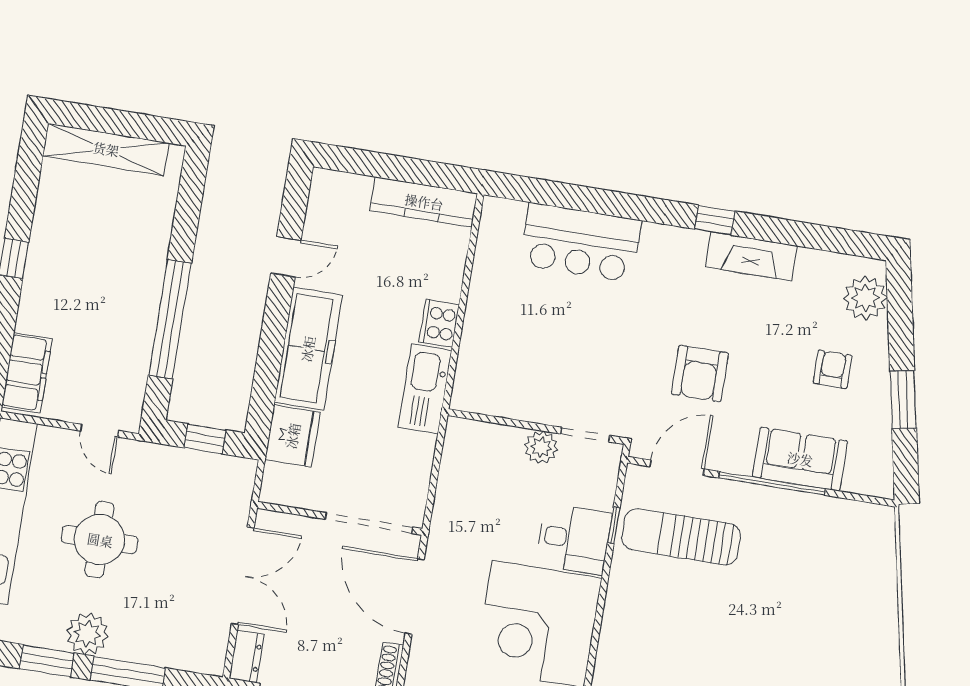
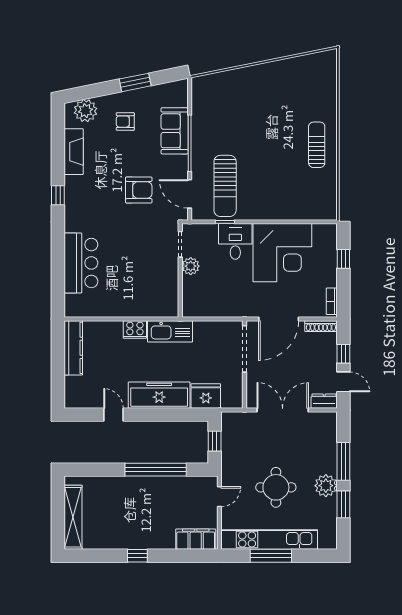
fireplace: (751, 256) -> (74, 152), moved

